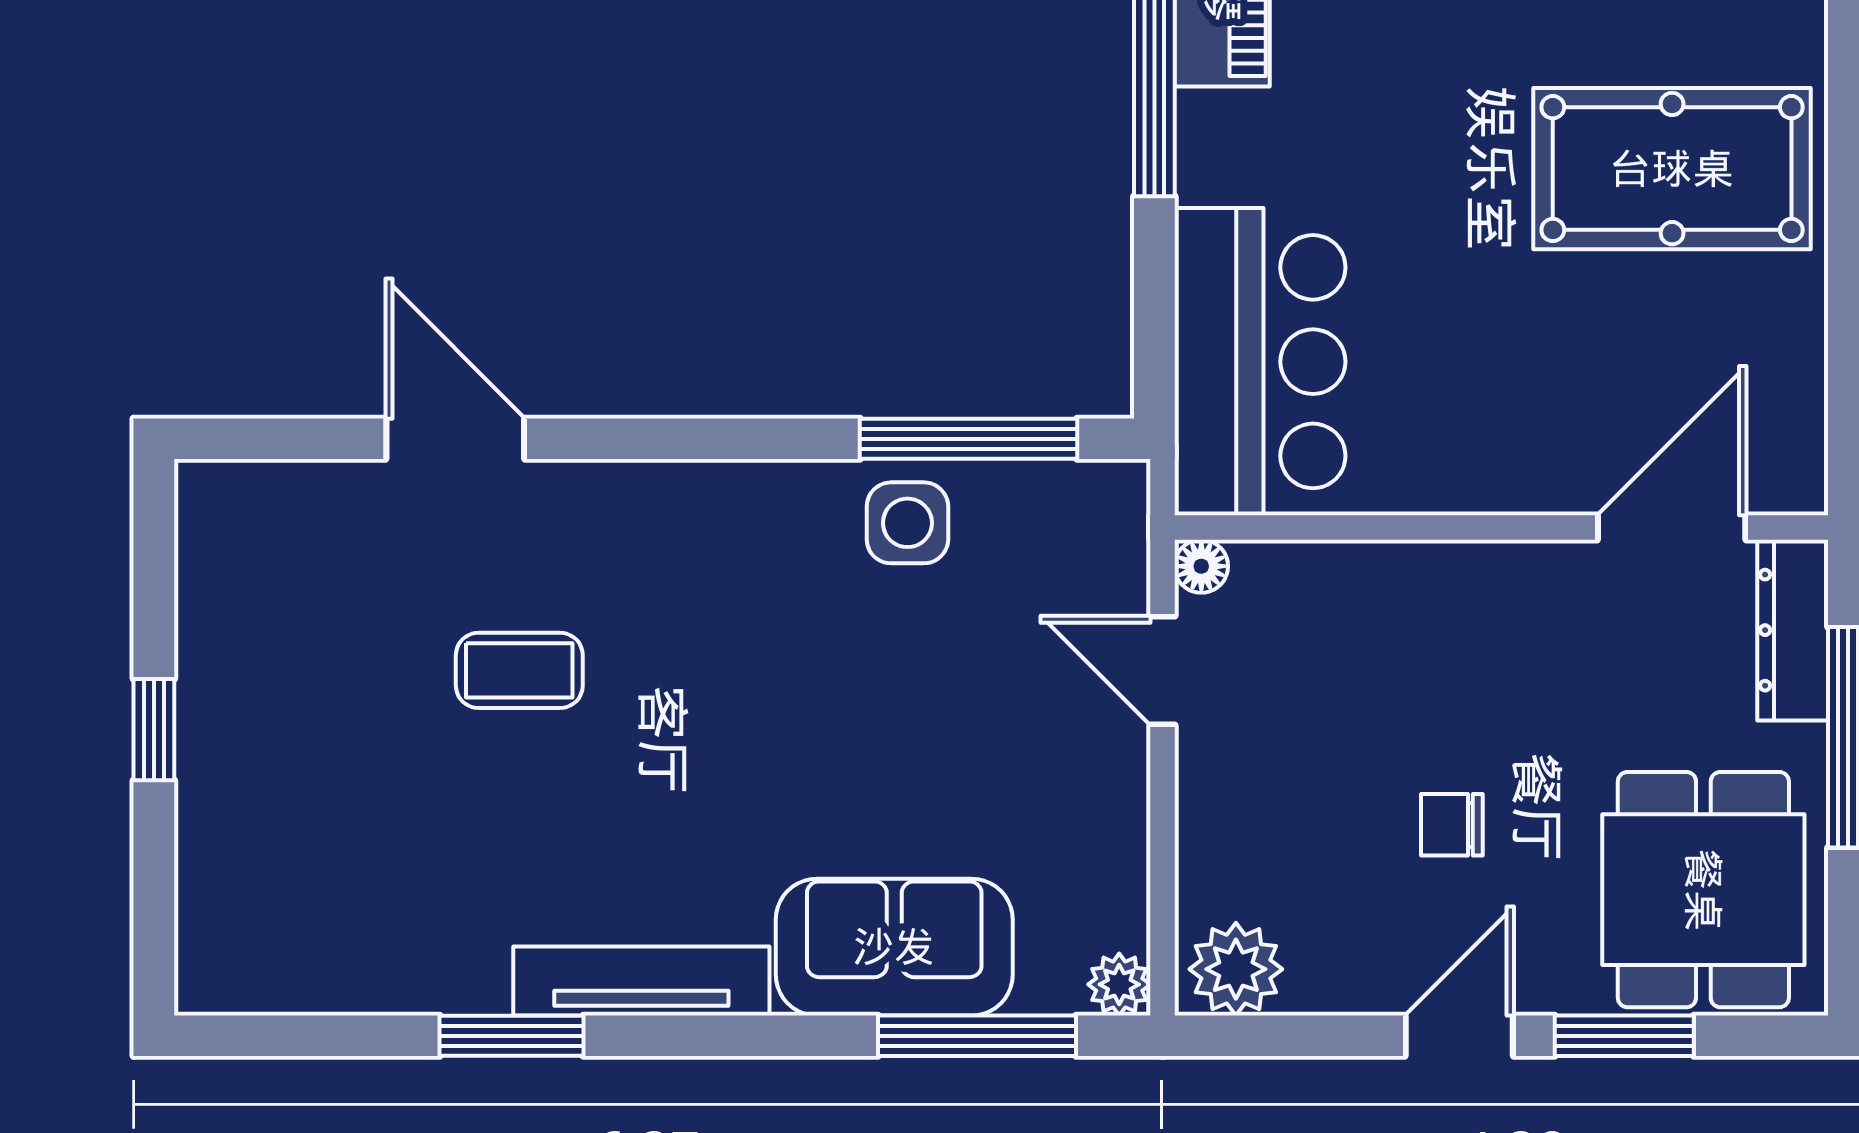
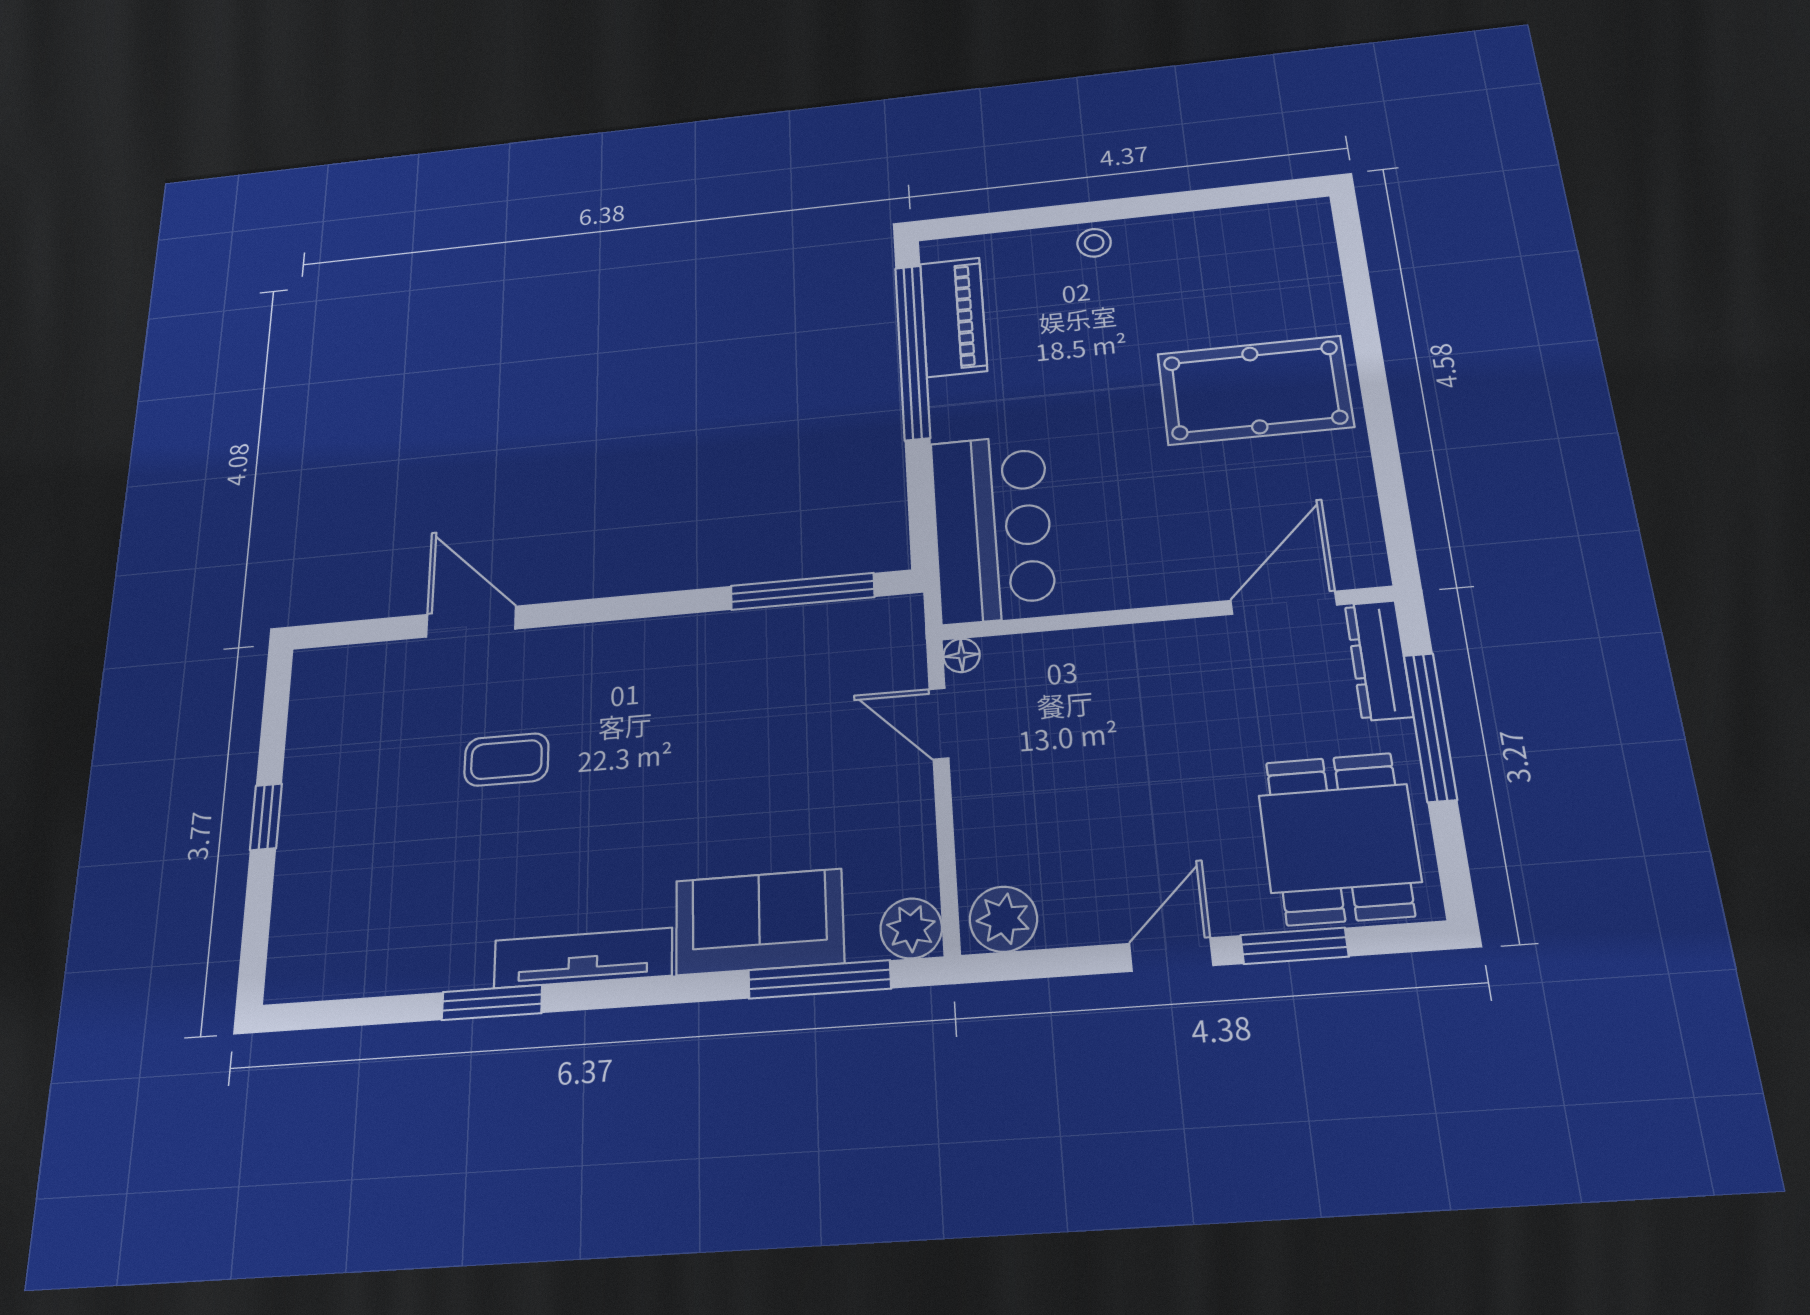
side table: (907, 523) -> (763, 646), removed
chair: (1452, 825) -> (1151, 808), removed
plant: (1119, 984) -> (911, 928), width x1.38, depth x1.38

